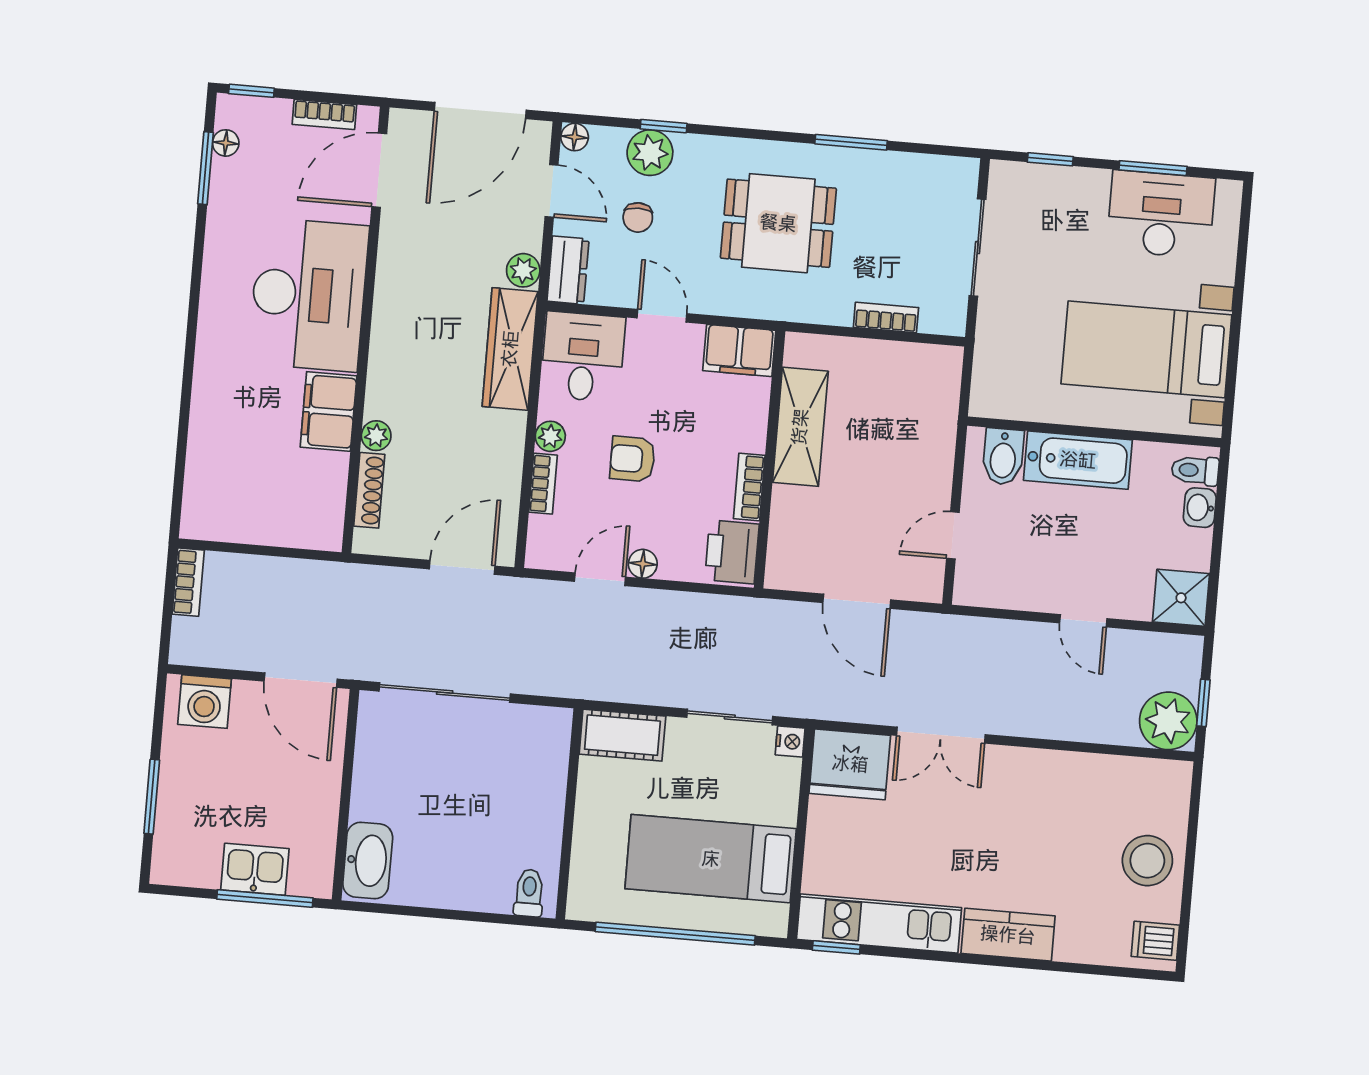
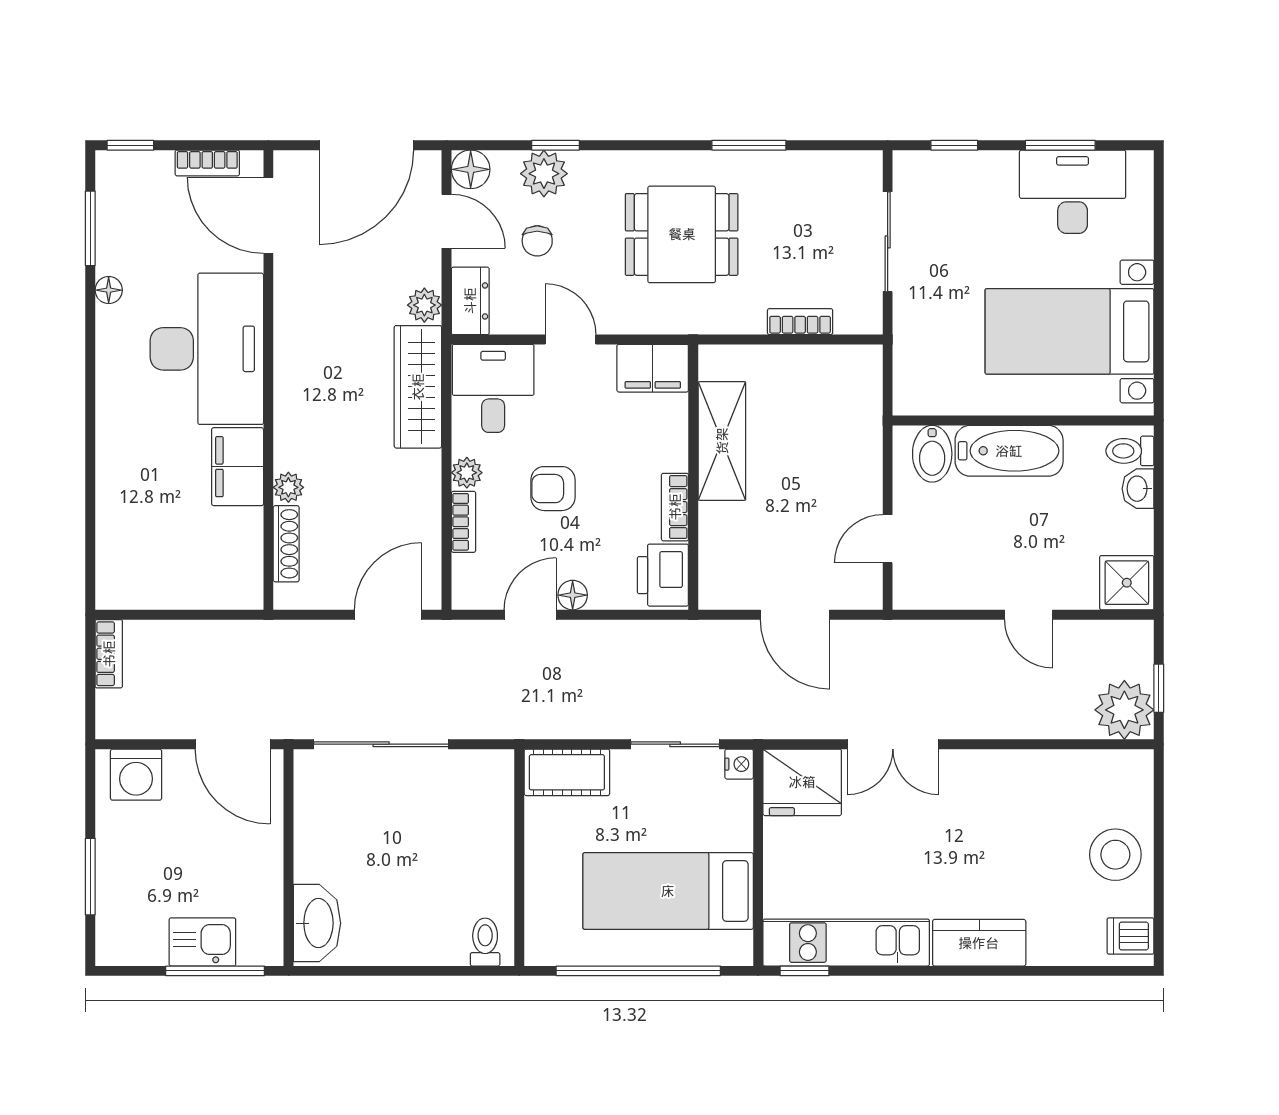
floor lamp: (575, 137) -> (471, 169), width x1.37, depth x1.37
floor lamp: (226, 143) -> (109, 290), moved
door: (379, 170) -> (268, 215), hinge flipped

